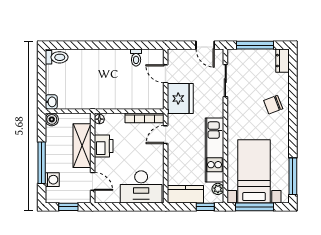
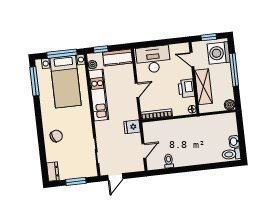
door: (205, 45) -> (115, 177), swing flipped
window: (255, 45) -> (76, 181), width x0.69
door: (166, 74) -> (144, 151), hinge flipped
fridge: (180, 99) -> (132, 127), width x0.53, depth x0.75
washbasin: (51, 102) -> (234, 141), moved
door: (166, 135) -> (137, 90), moved
washing machine: (52, 180) -> (219, 53), width x1.89, depth x1.89

